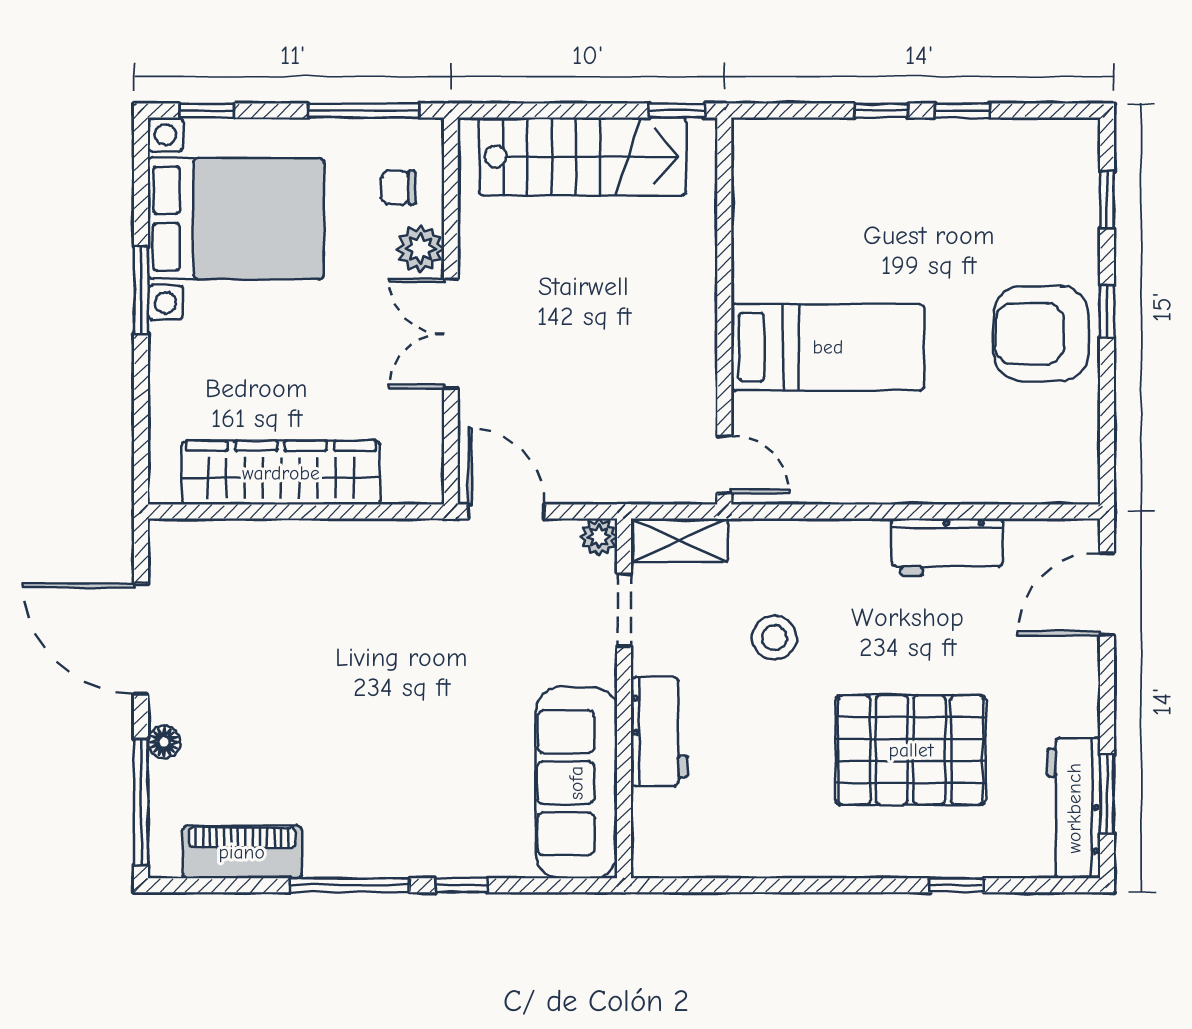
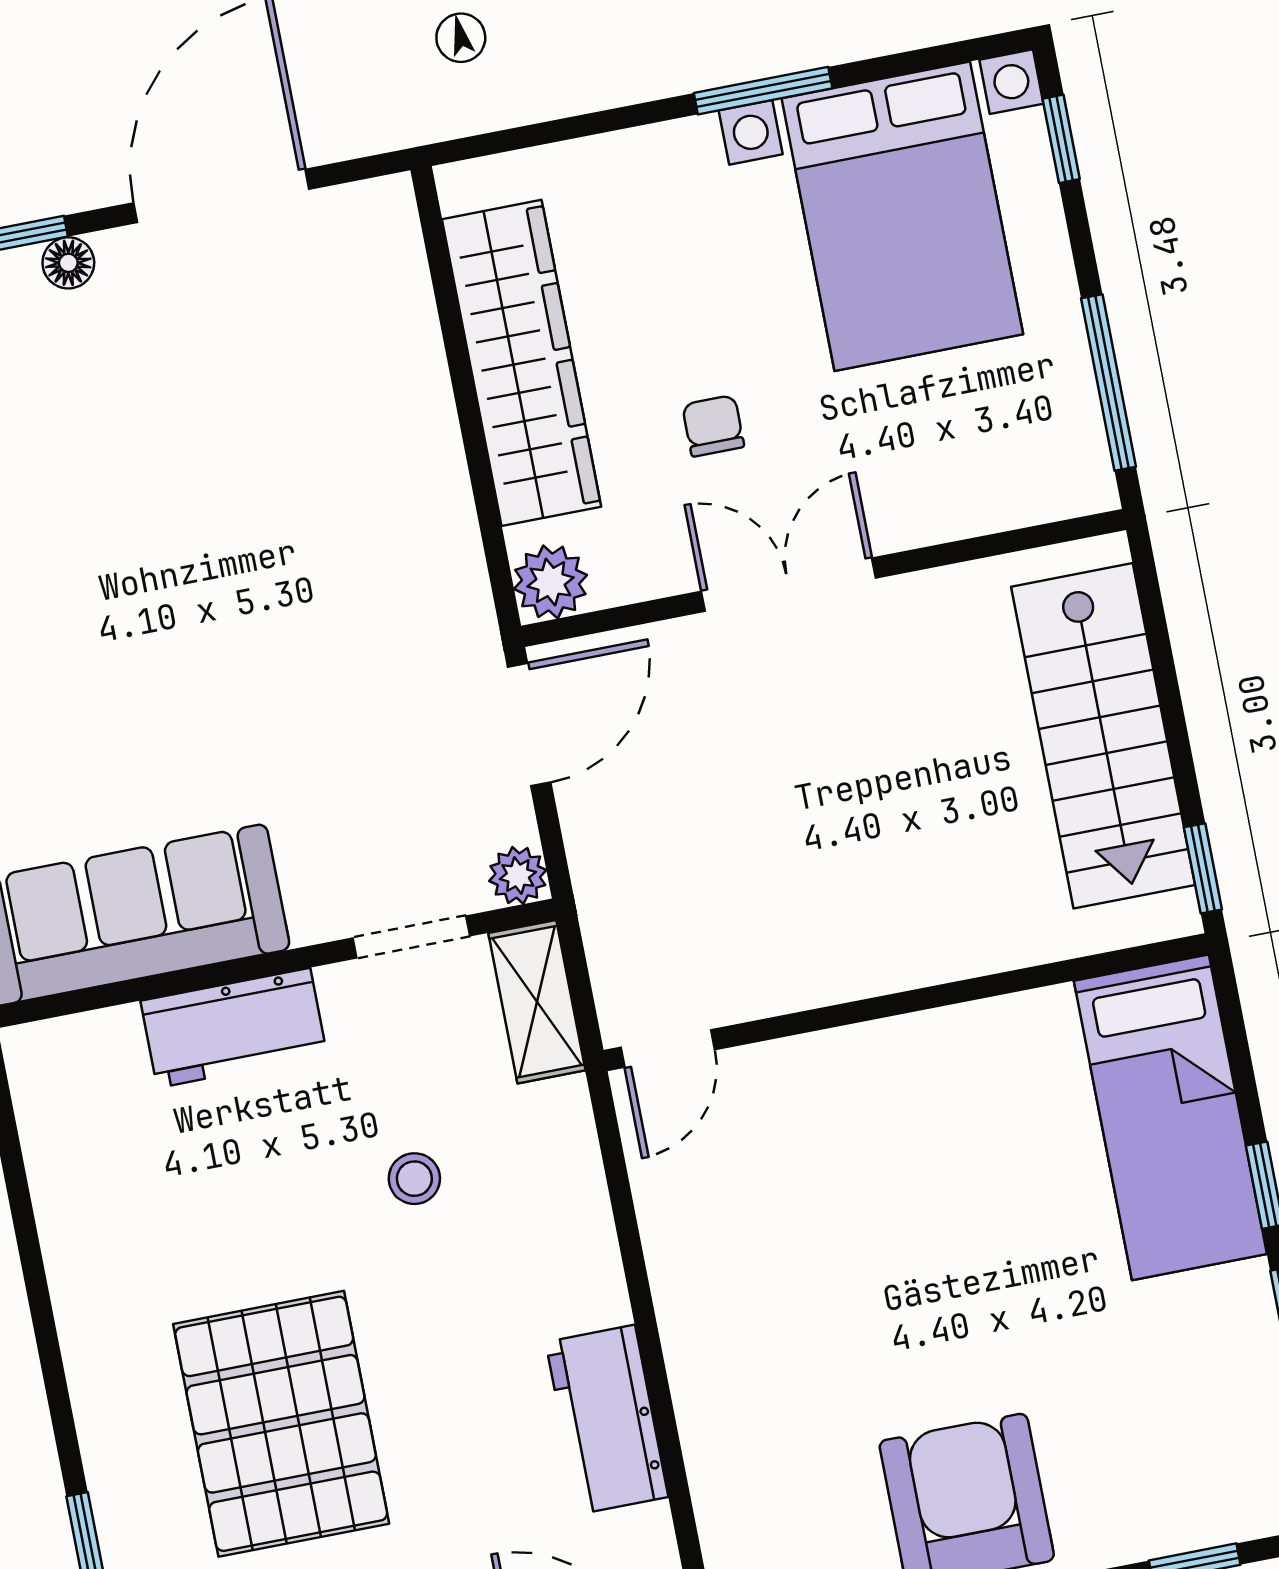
chair: (398, 188) -> (713, 426), moved
plant: (420, 248) -> (550, 582), moved
bed: (828, 347) -> (1170, 1117), moved
stool: (774, 638) -> (414, 1179), width x0.73, depth x0.73

